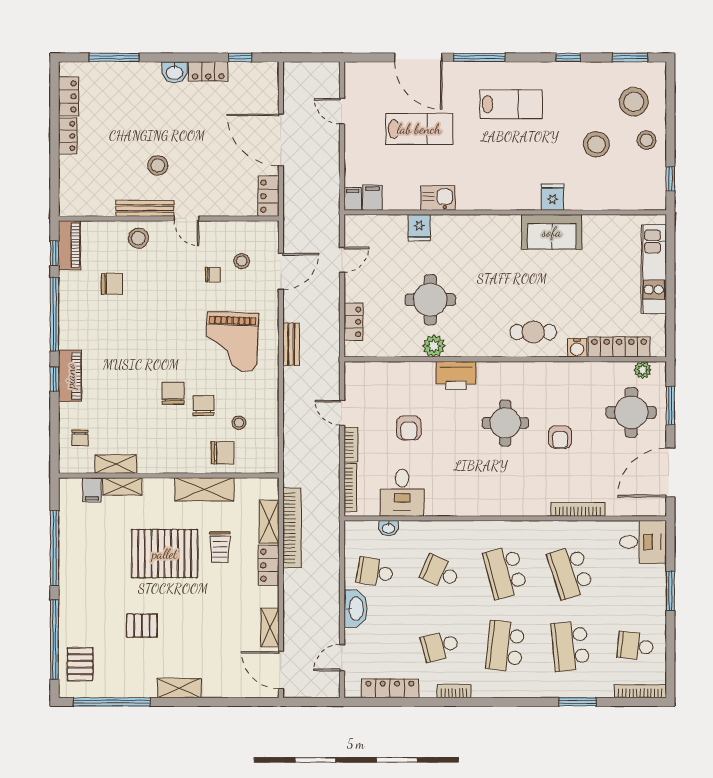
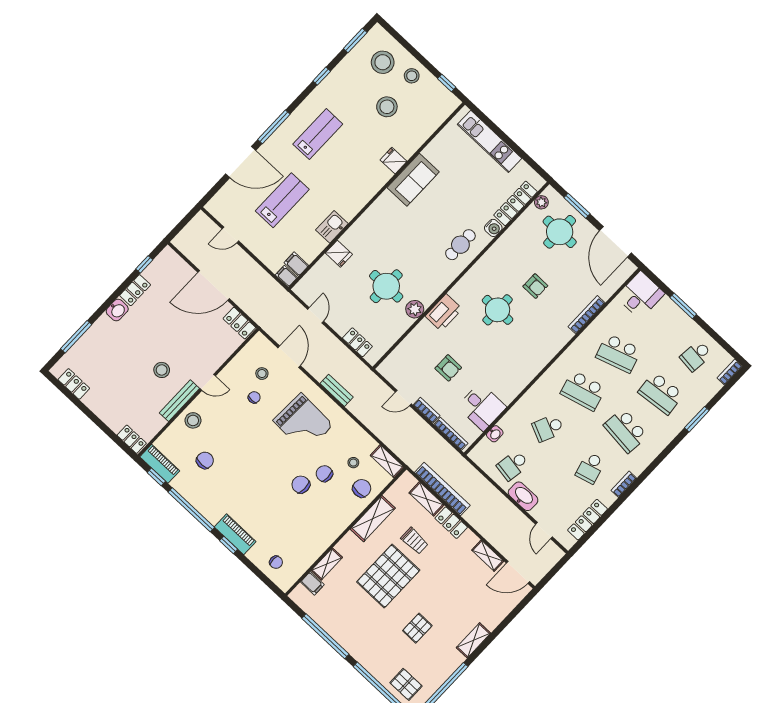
locker: (68, 136) -> (132, 439), moved
shelving: (116, 464) -> (387, 461), moved, turned 90
bookcase: (640, 691) -> (730, 372), width x0.64

